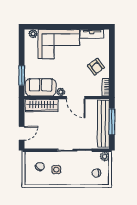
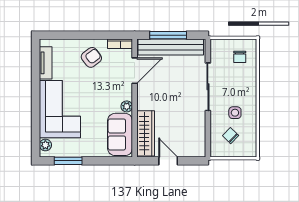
window: (22, 75) -> (68, 161), moved
door: (76, 98) -> (135, 71), moved
door: (22, 133) -> (168, 161), moved
plant: (105, 156) -> (217, 45), removed

